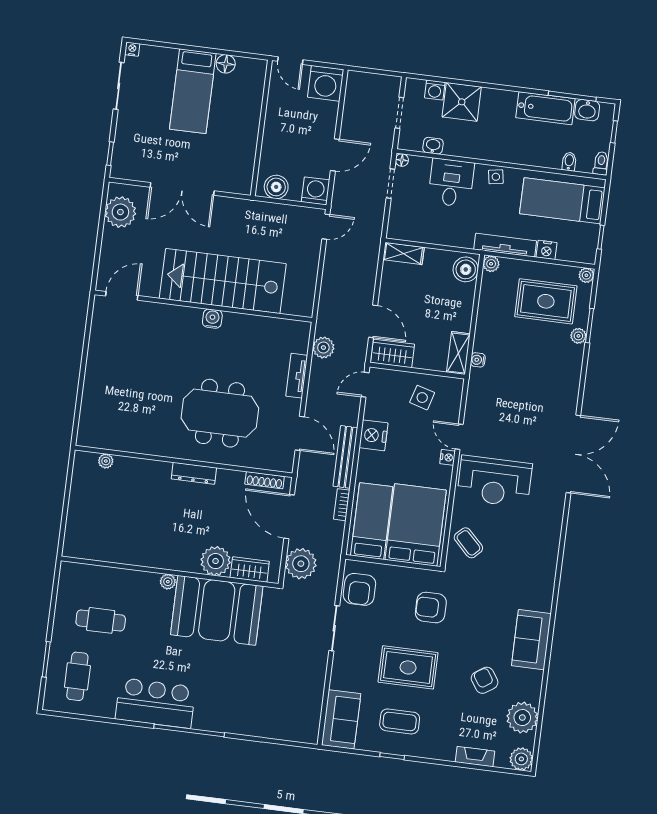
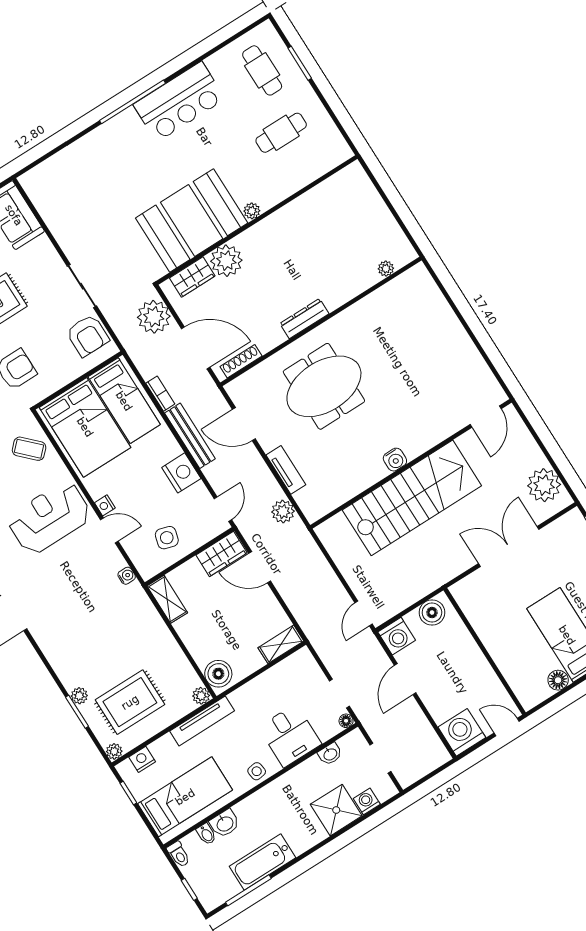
washbasin: (587, 110) -> (225, 823), moved, turned 180
nightstand: (547, 250) -> (142, 759), moved
water cooler: (478, 360) -> (127, 576), moved
armchair: (359, 589) -> (88, 336), turned 180

